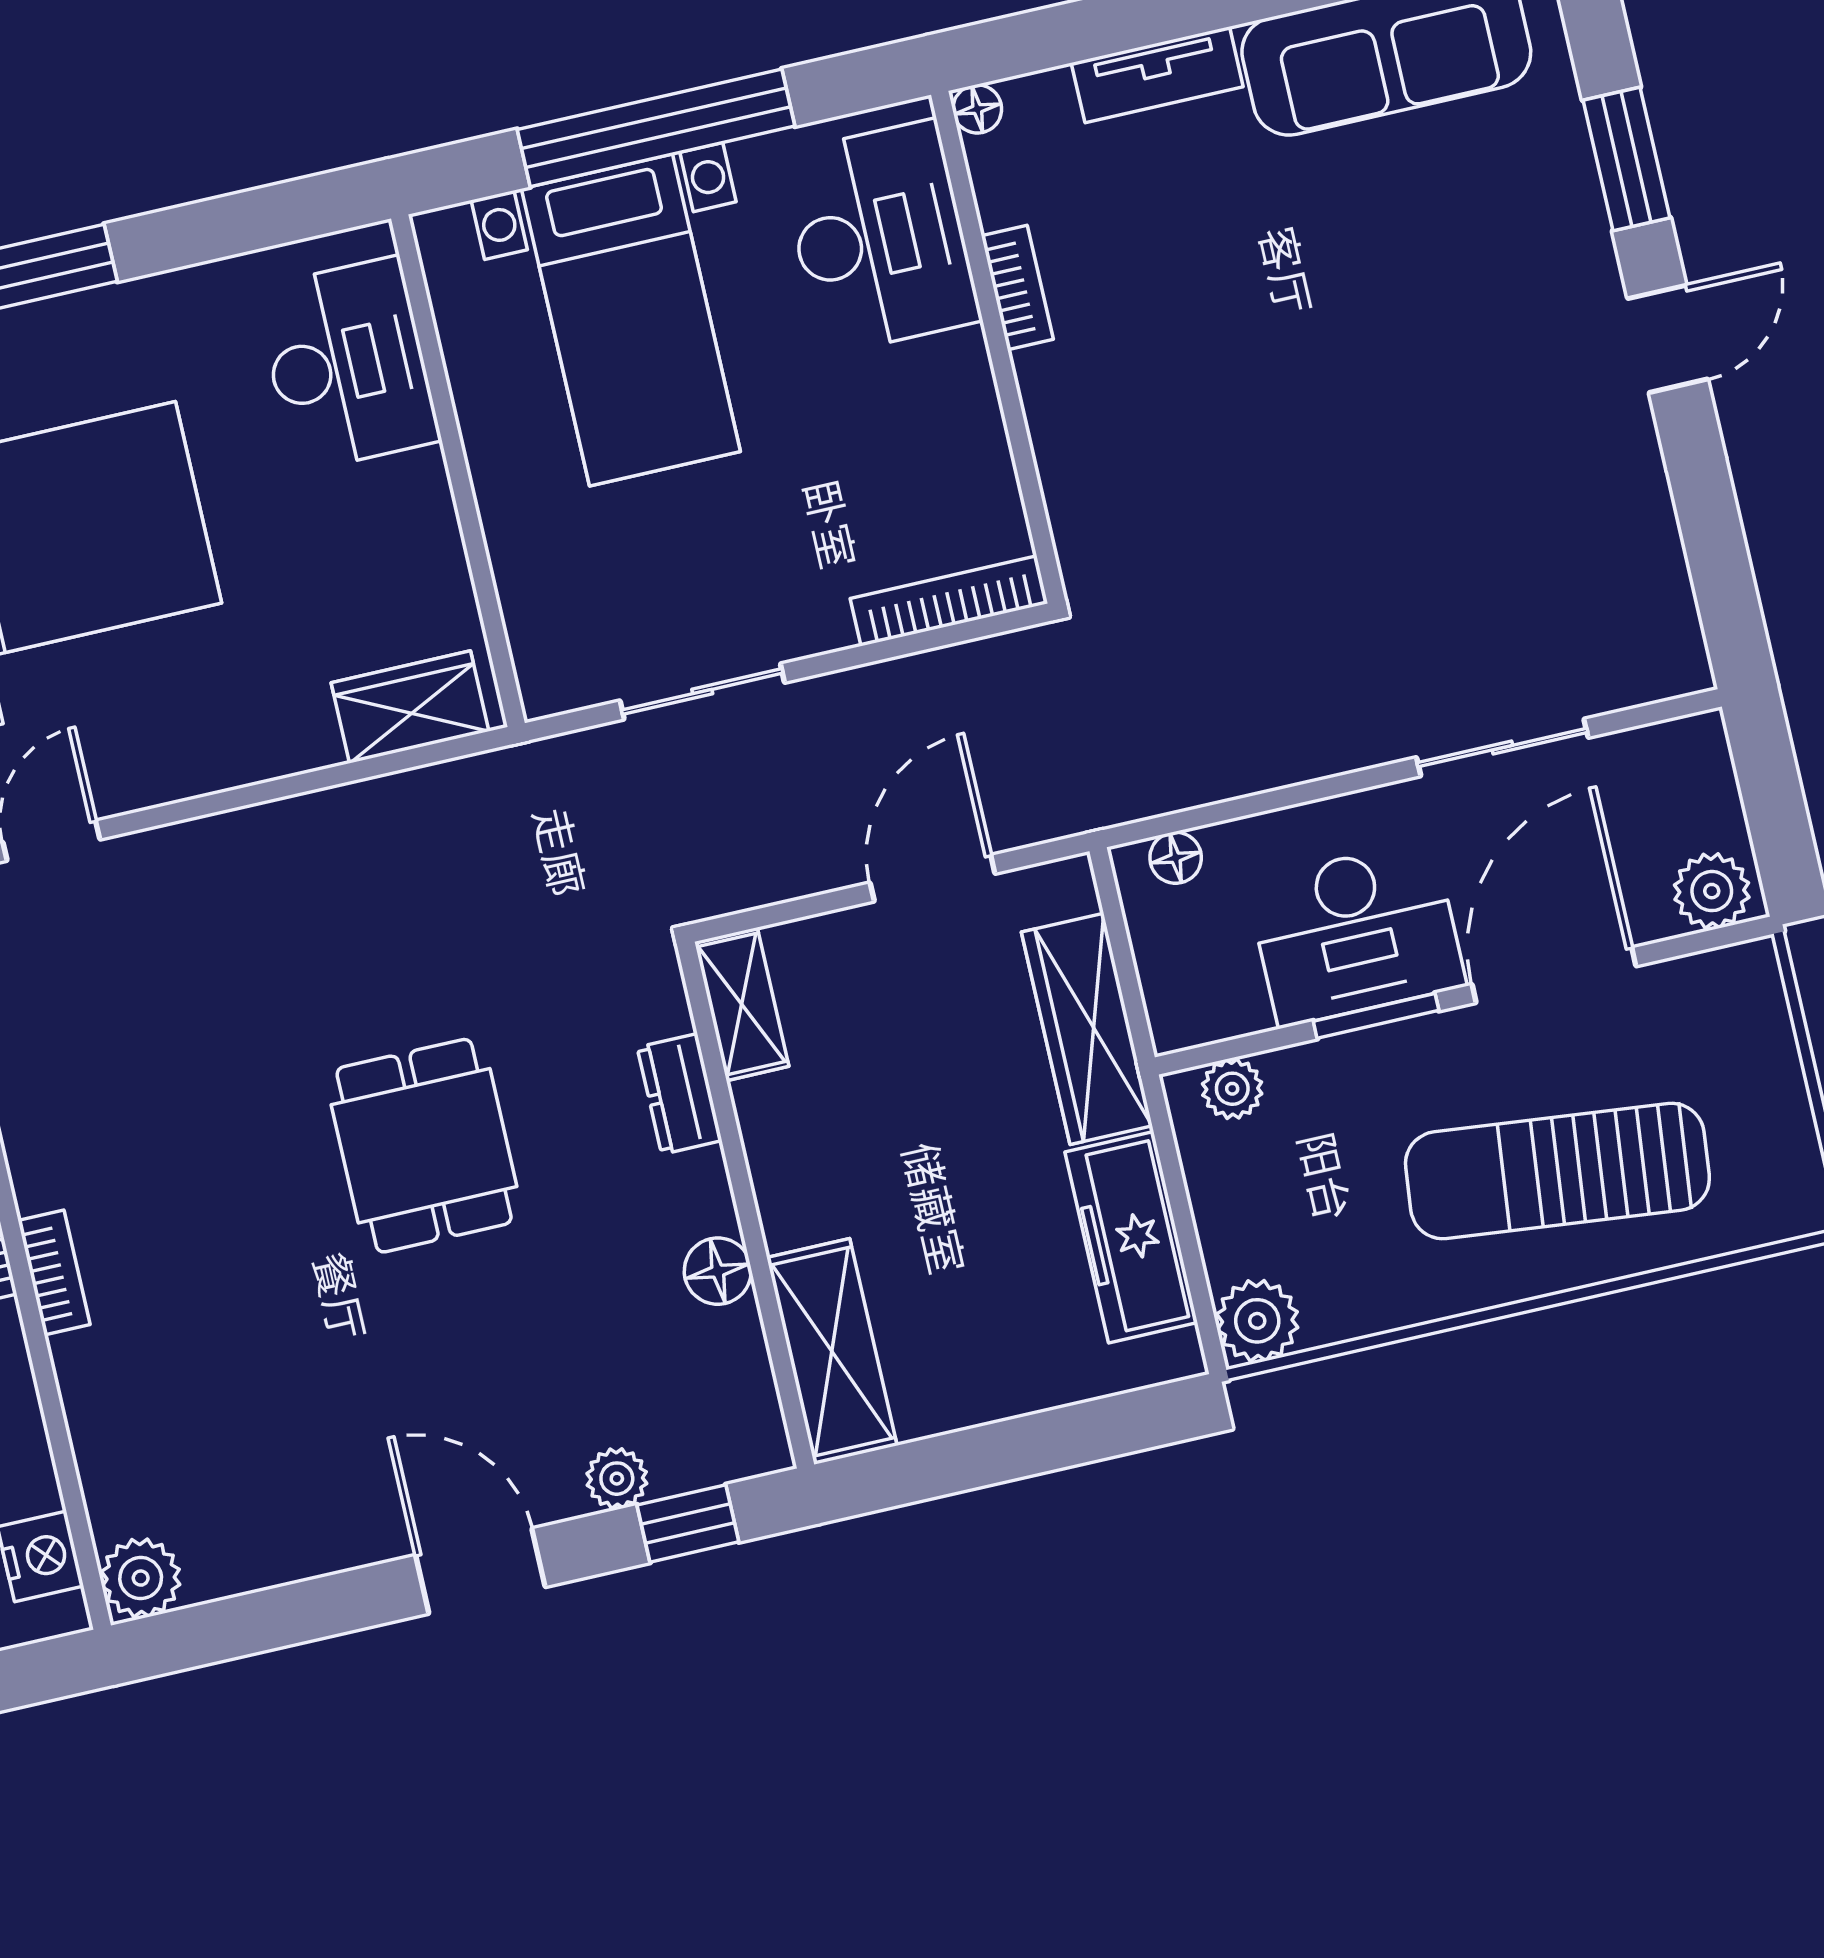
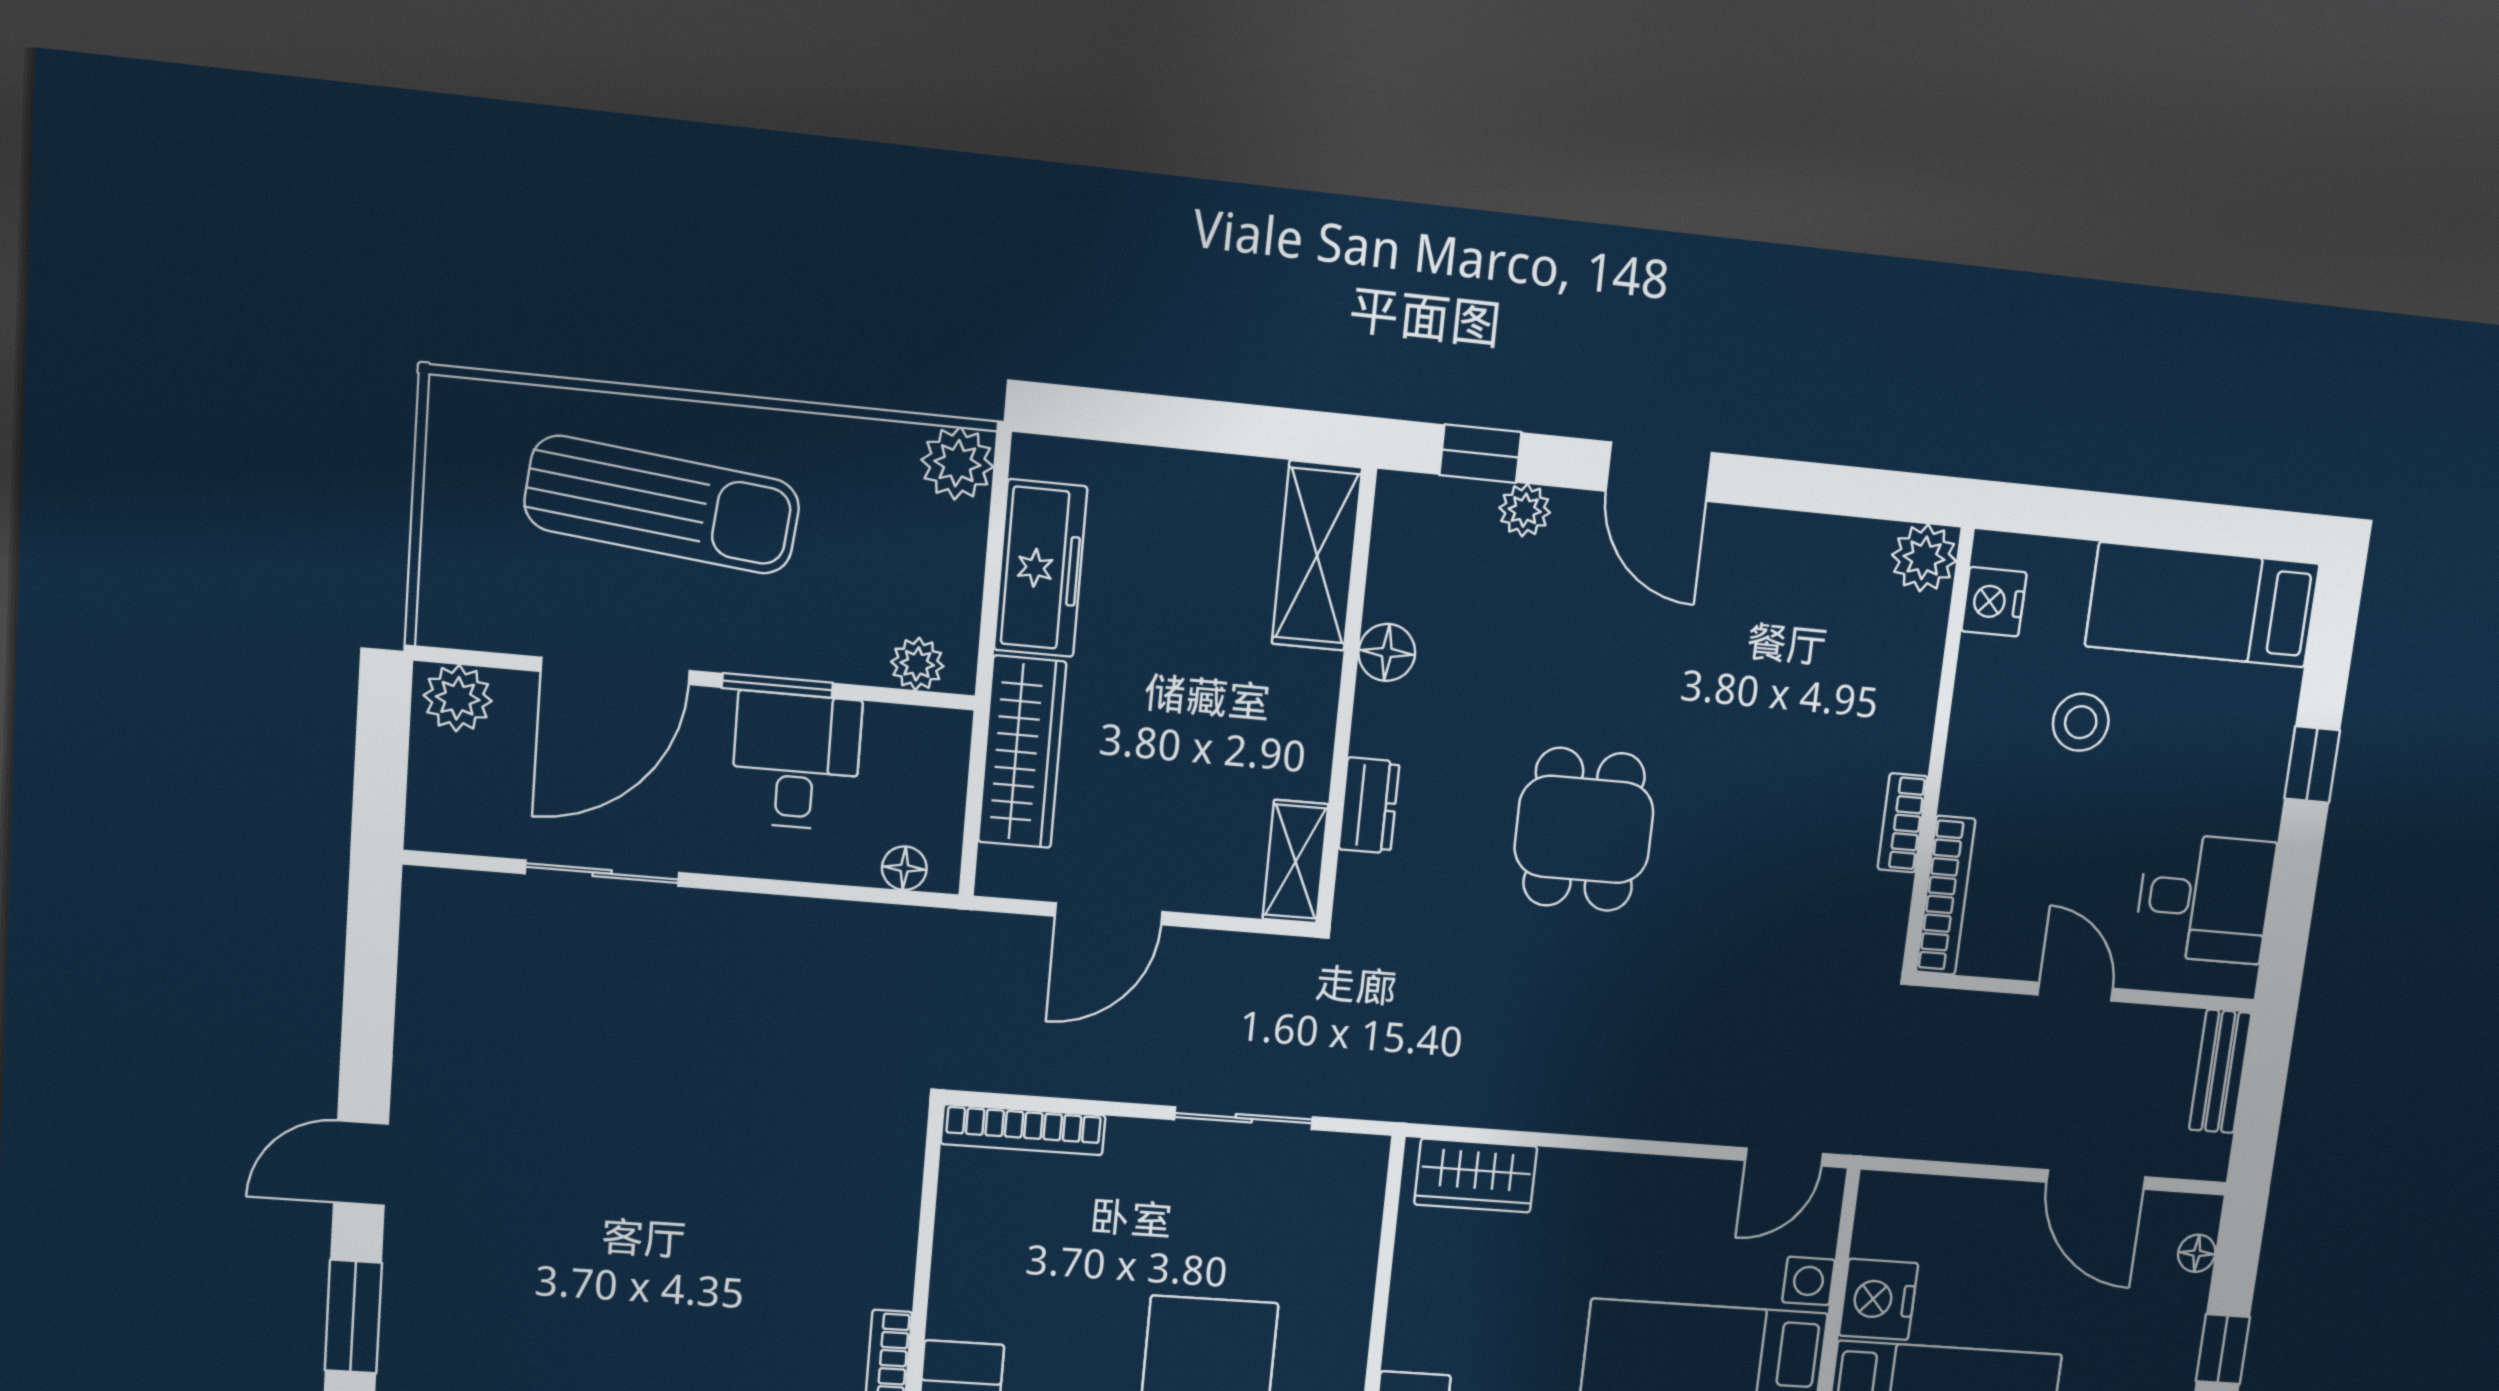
desk: (1356, 933) -> (796, 761), width x0.73

